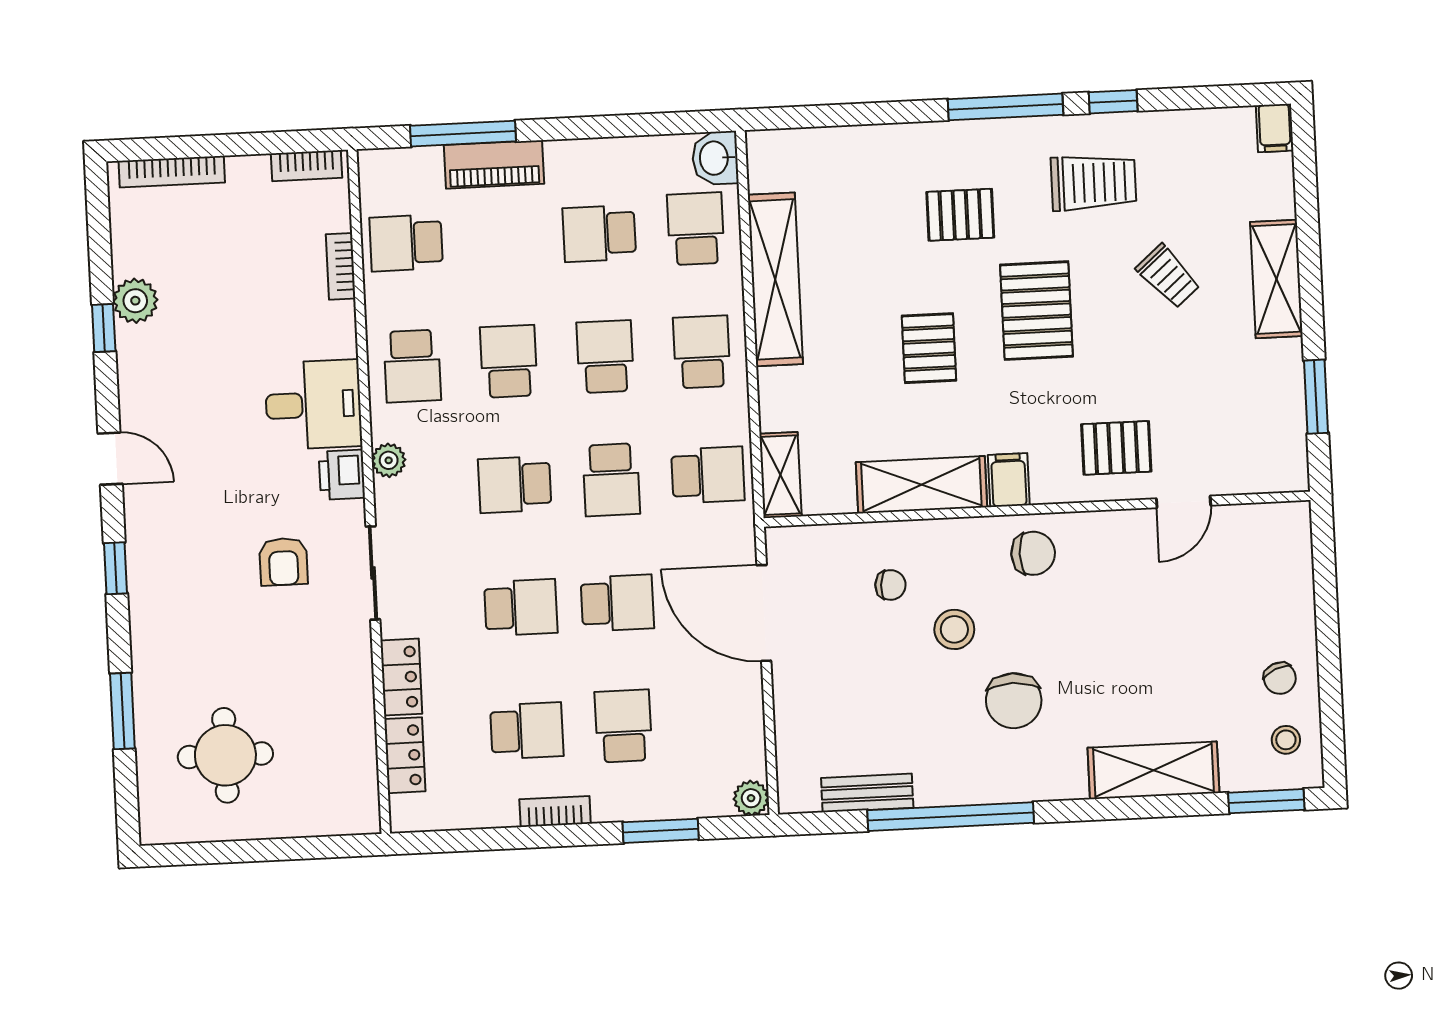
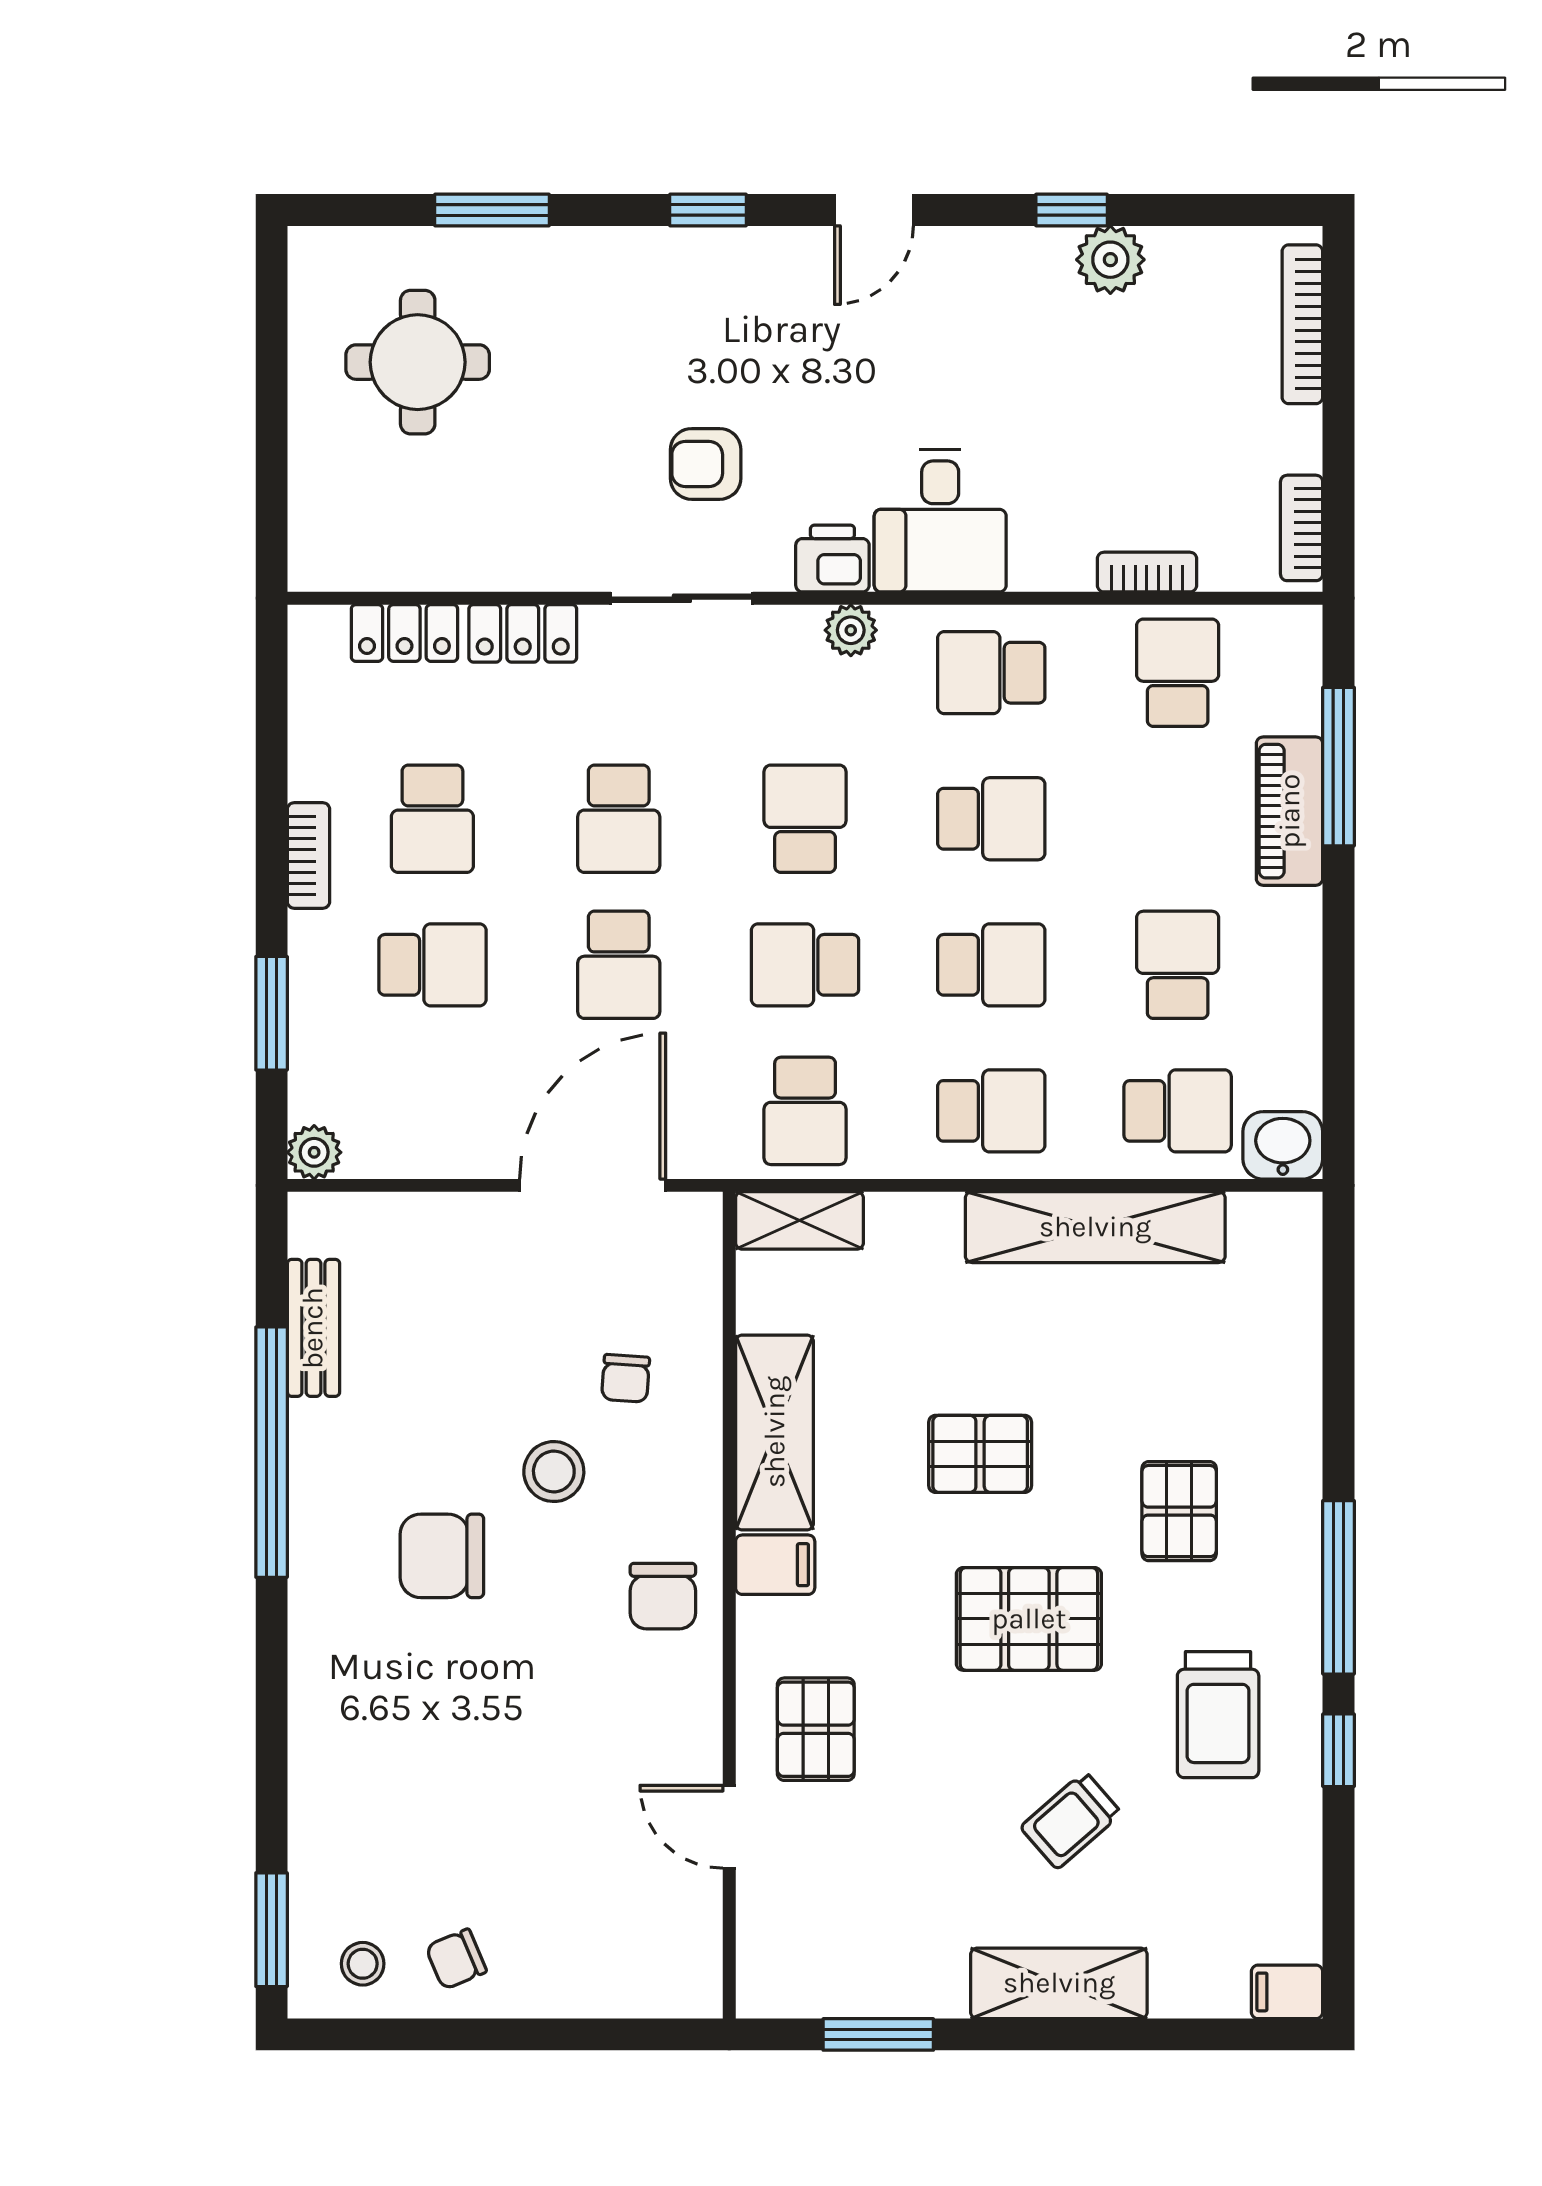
shelving: (1153, 770) -> (326, 1762), removed

